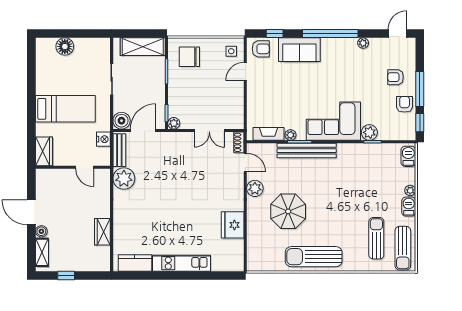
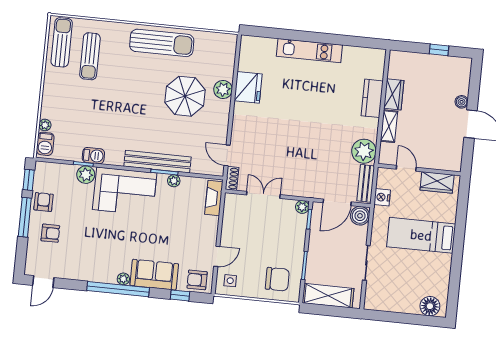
plant: (363, 43) -> (123, 279), moved
floor lamp: (65, 46) -> (430, 306), moved
armchair: (405, 104) -> (44, 202), turned 180
fireplace: (269, 134) -> (214, 198), moved, turned 90
wardrobe: (44, 151) -> (437, 182), moved, turned -90
plant: (255, 188) -> (223, 89), moved
plant: (410, 190) -> (45, 125), moved
barbecue: (409, 207) -> (93, 156), moved, turned -90
shelving: (42, 252) -> (389, 126), moved
kitchen counter: (135, 263) -> (372, 98), moved, turned 90

